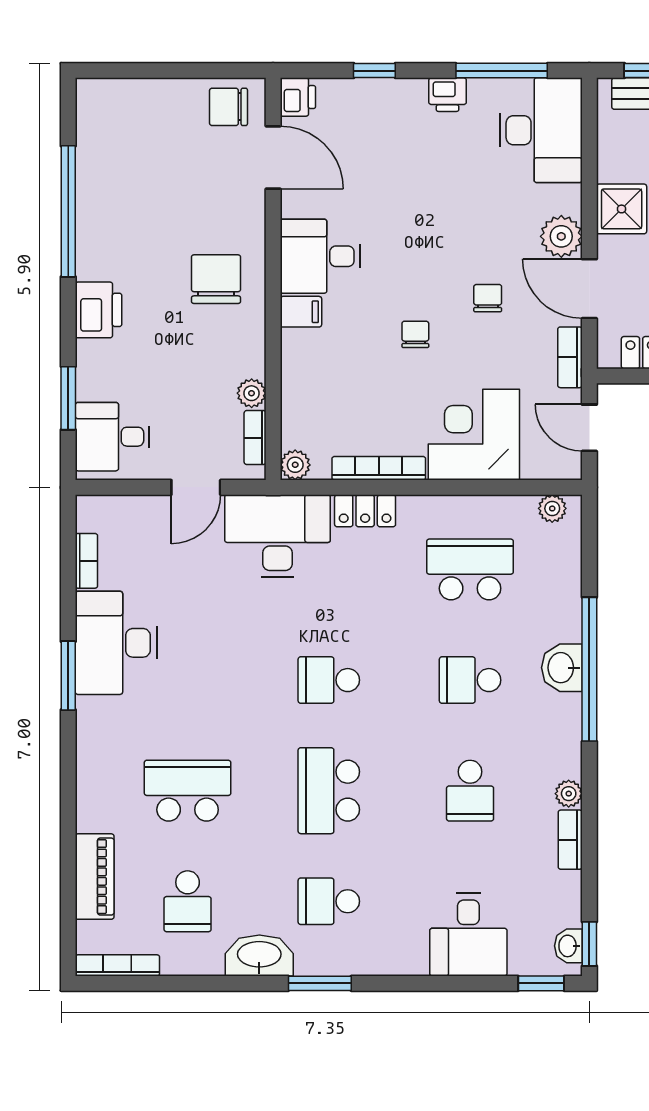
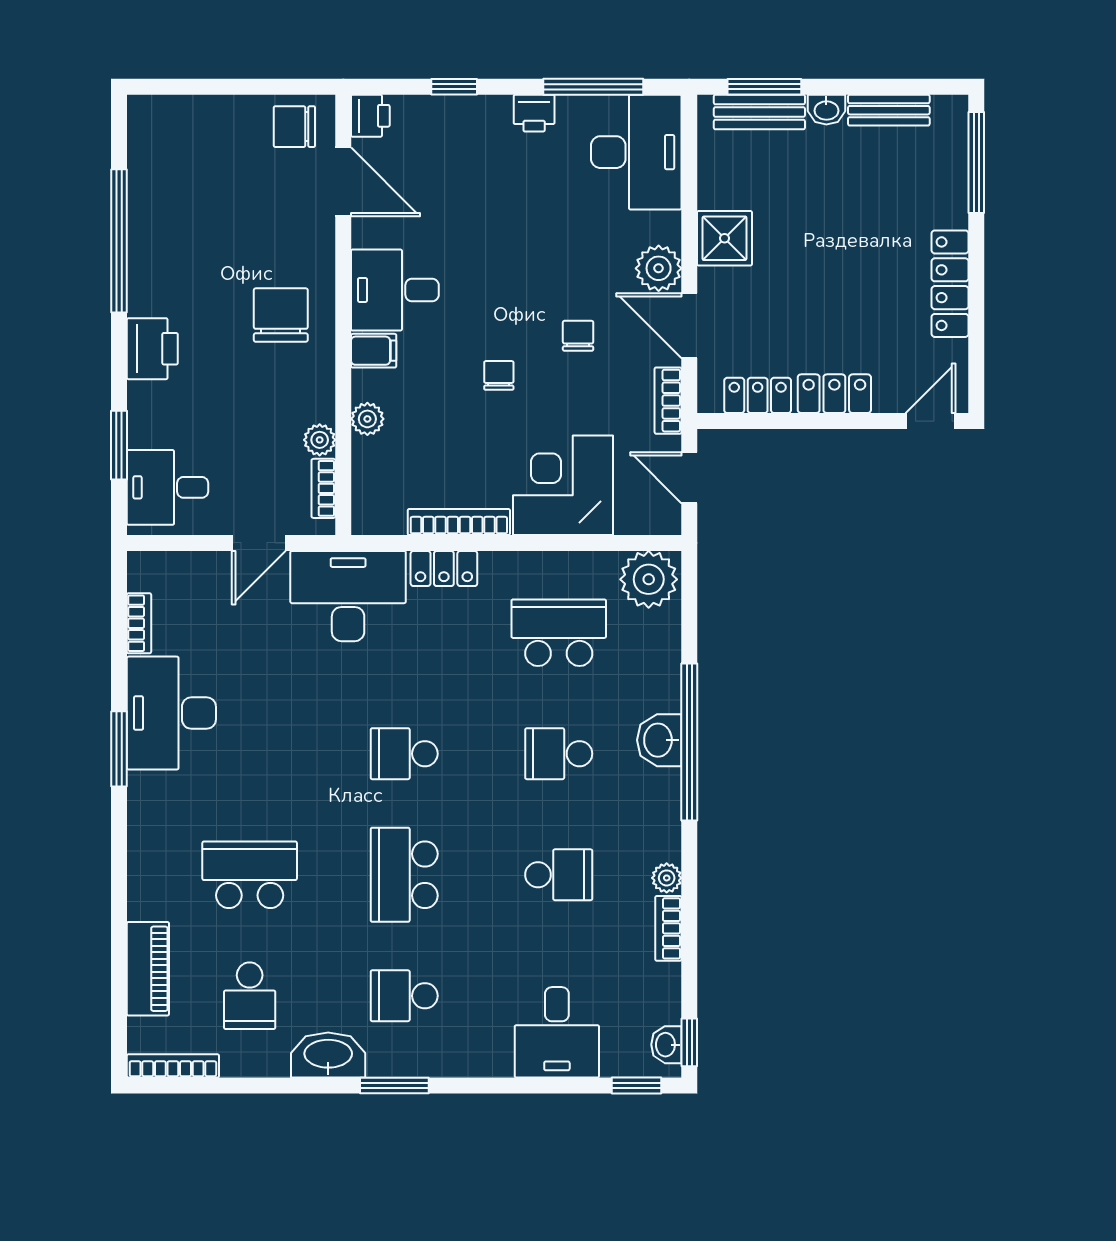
plant: (295, 465) -> (367, 419), moved
plant: (552, 508) -> (649, 579), width x1.88, depth x1.88
school desk: (470, 791) -> (559, 875), turned -90

